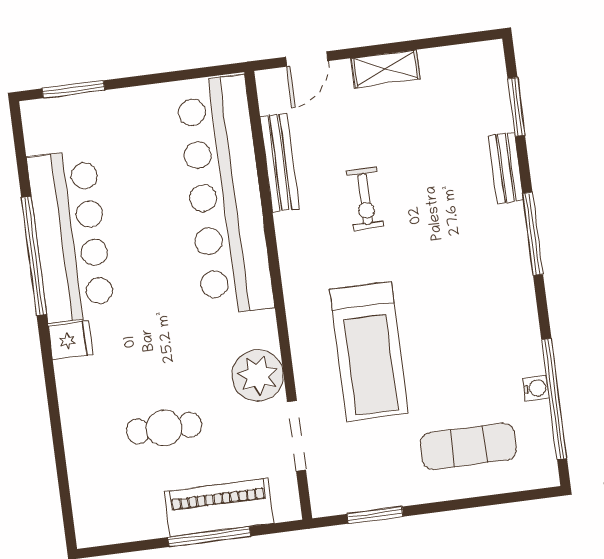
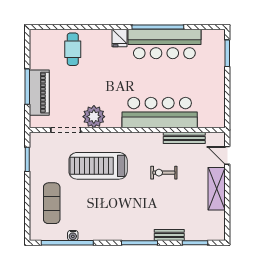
shelving: (386, 69) -> (217, 189), width x1.50, depth x1.33
bar counter: (225, 195) -> (160, 112), width x0.73
cafe table: (164, 428) -> (73, 49), moved

